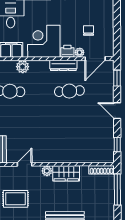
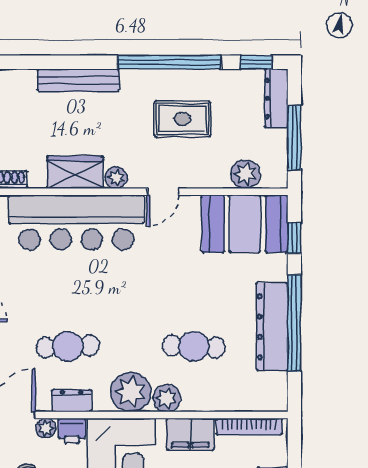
dresser: (63, 65) -> (72, 401), width x0.70
plant: (39, 70) -> (131, 392), added
bar counter: (66, 150) -> (76, 222), added

